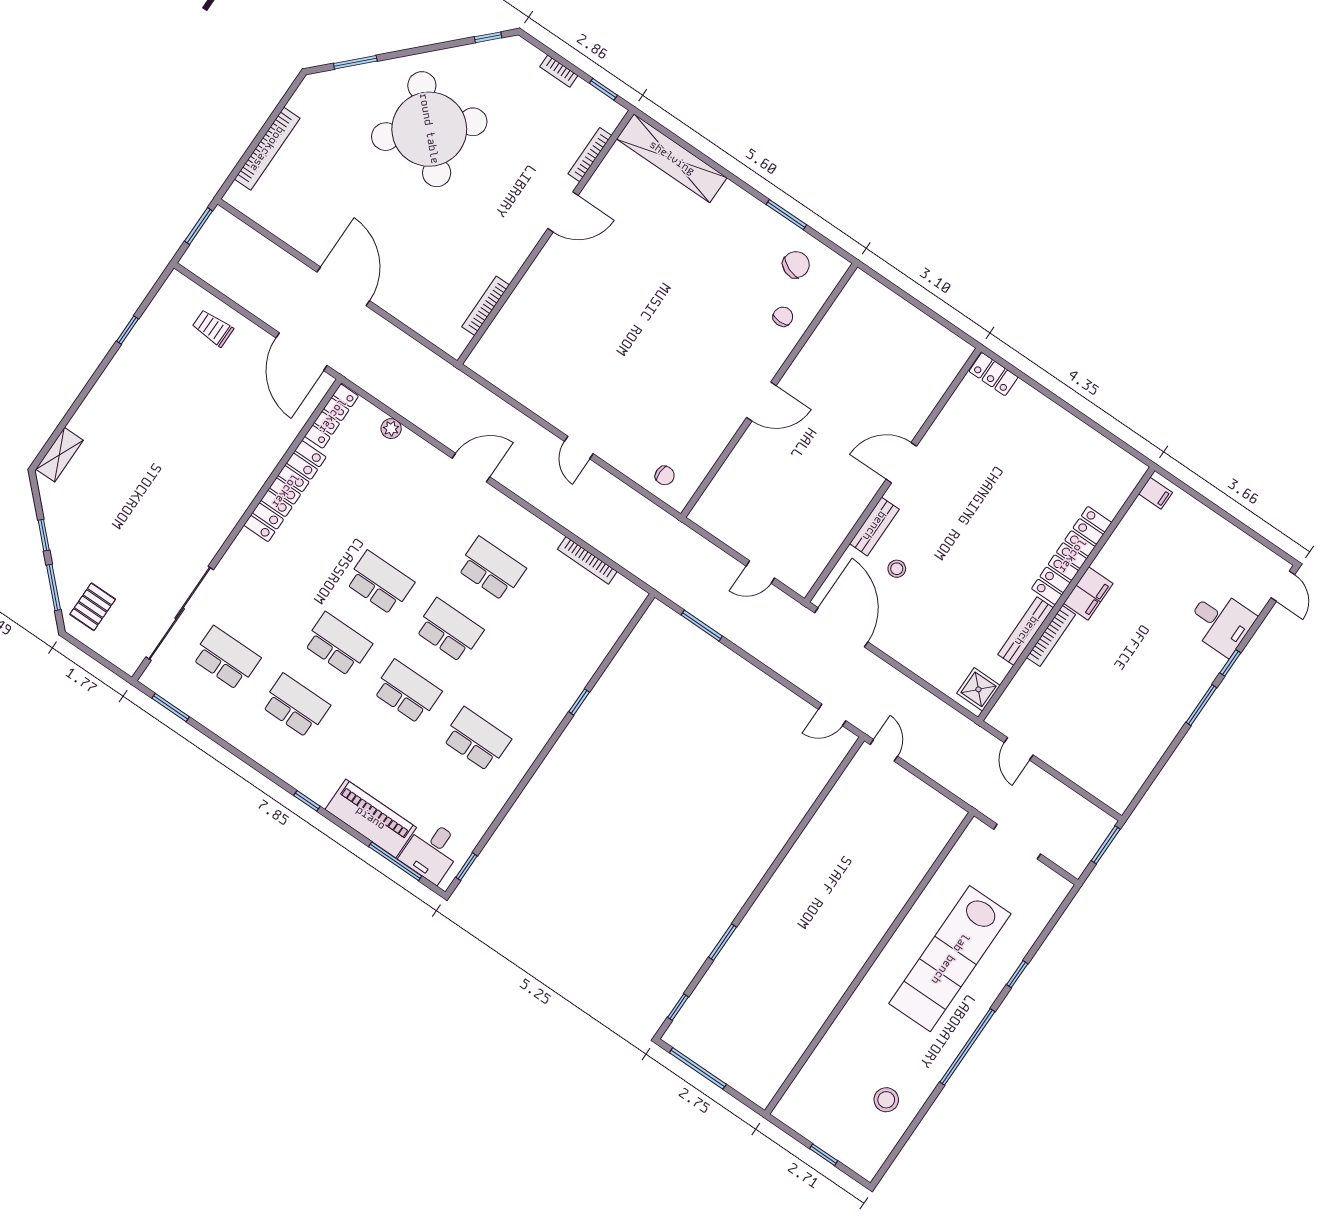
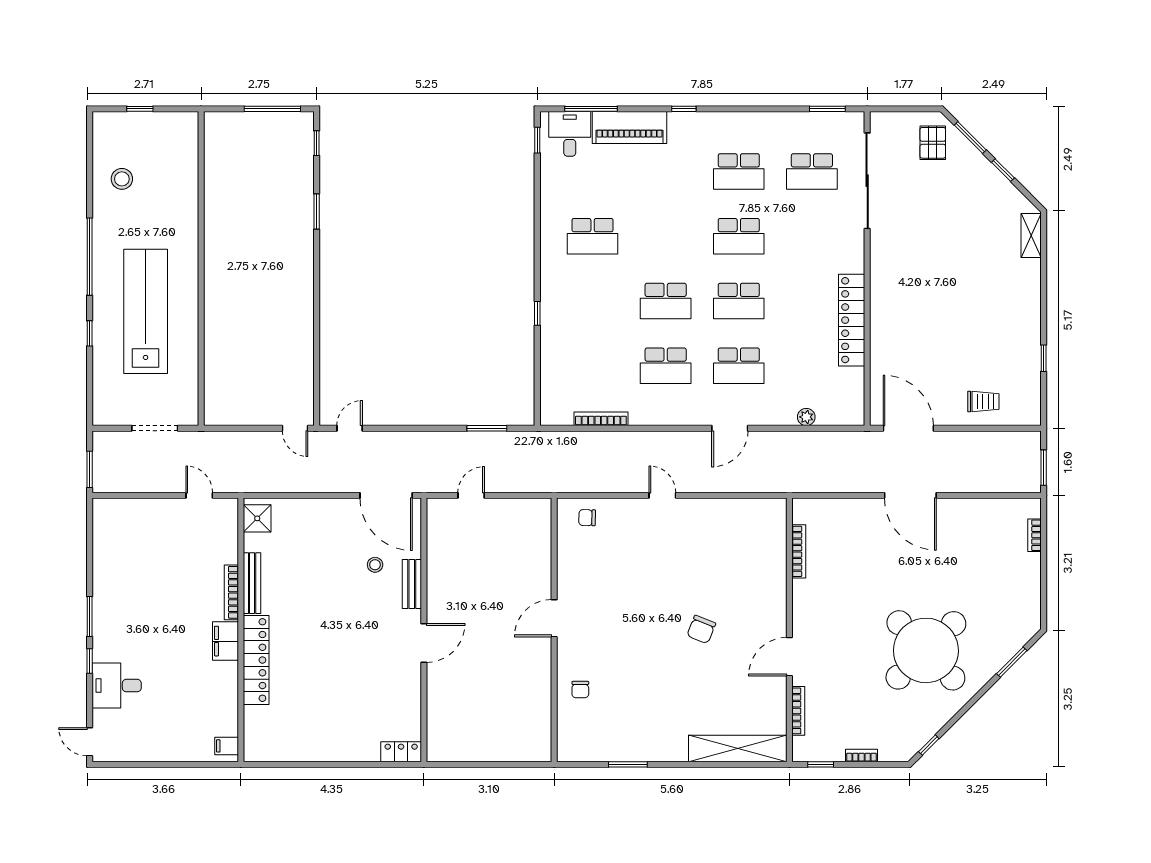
bookcase: (267, 149) -> (1035, 535), width x0.43, depth x0.76
chair: (796, 265) -> (701, 629), moved
locker: (332, 416) -> (855, 397), removed
school desk: (407, 692) -> (739, 366), moved

